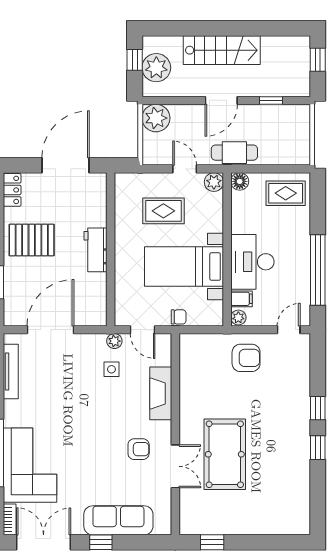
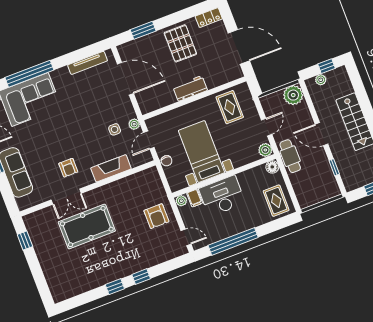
plant: (156, 68) -> (321, 80), width x0.53, depth x0.53
rug: (163, 211) -> (230, 107), moved

